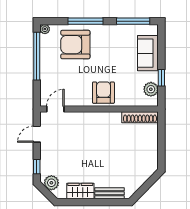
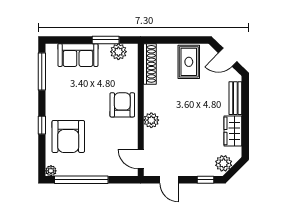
window: (85, 21) -> (42, 125), width x0.46
window: (161, 78) -> (106, 40), width x1.50
armchair: (103, 93) -> (122, 105), turned 90
plant: (90, 118) -> (151, 120), added
rug: (142, 152) -> (189, 62), added
door: (146, 186) -> (228, 57), added

